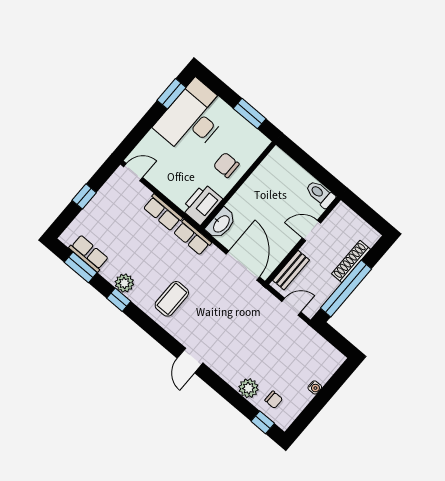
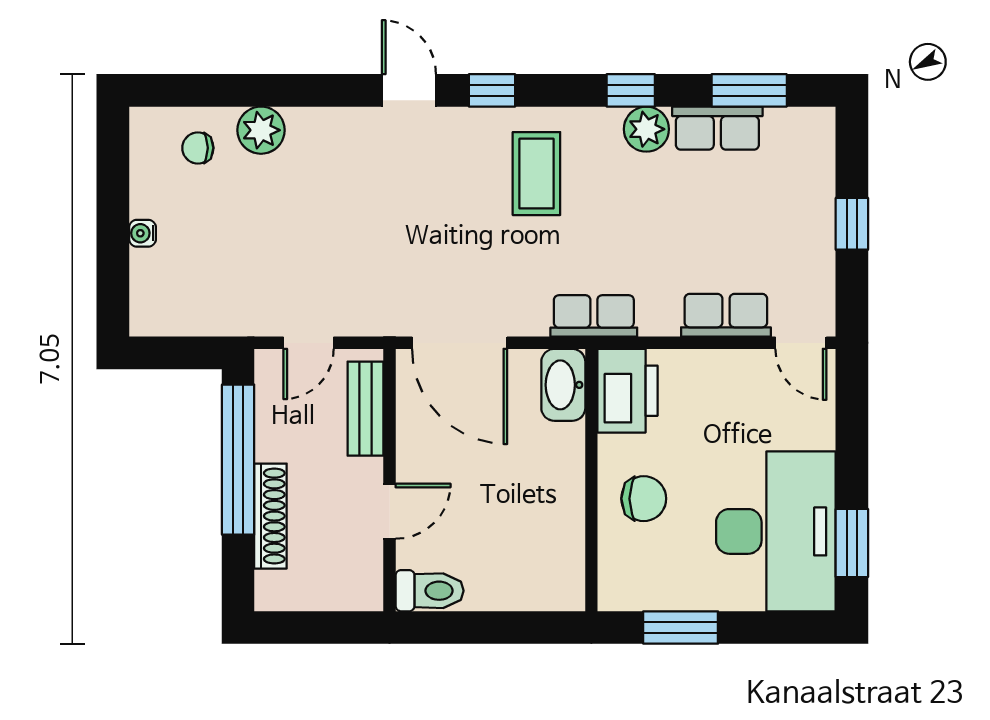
door: (133, 172) -> (801, 343), hinge flipped
row of seats: (163, 213) -> (726, 315), moved
row of seats: (89, 253) -> (717, 128), moved
window: (263, 422) -> (492, 90), moved

